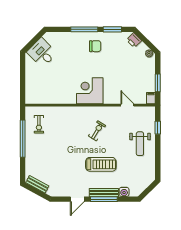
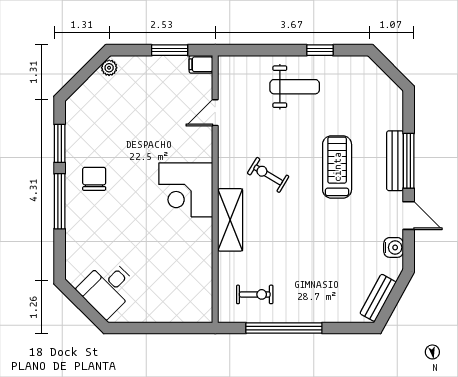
printer: (134, 40) -> (82, 99), removed
shelving: (75, 112) -> (230, 220), added
window: (158, 128) -> (320, 50), moved
water cooler: (124, 192) -> (394, 247), moved

